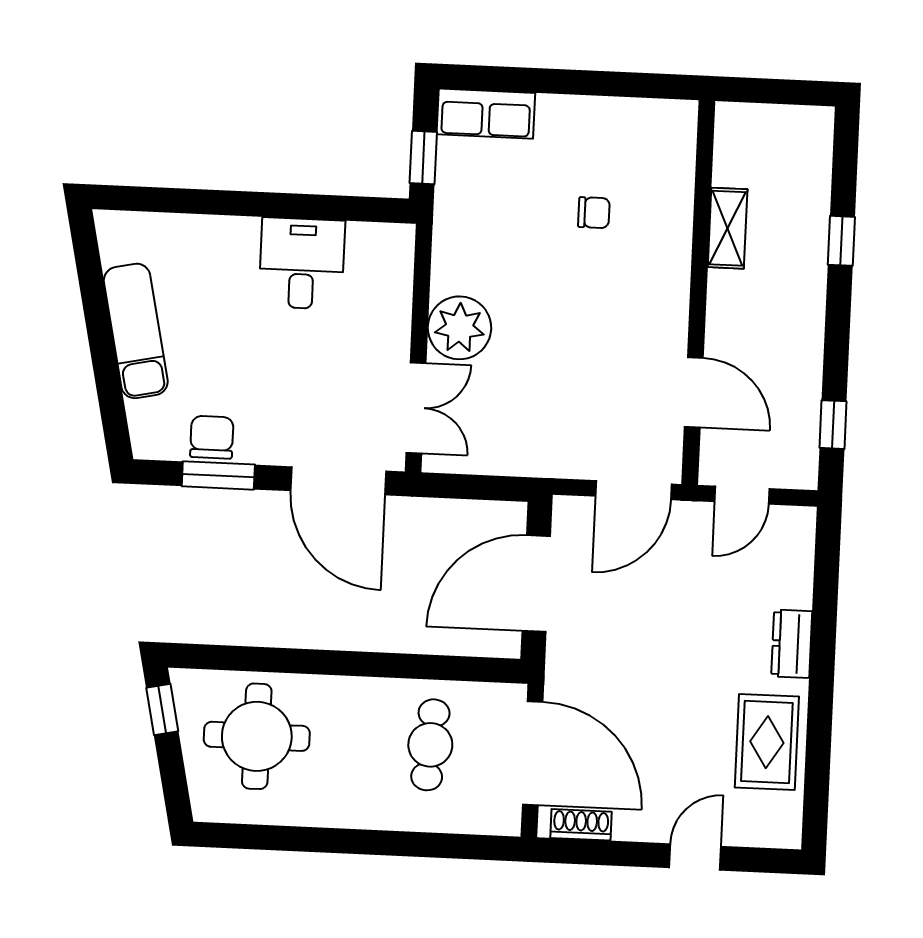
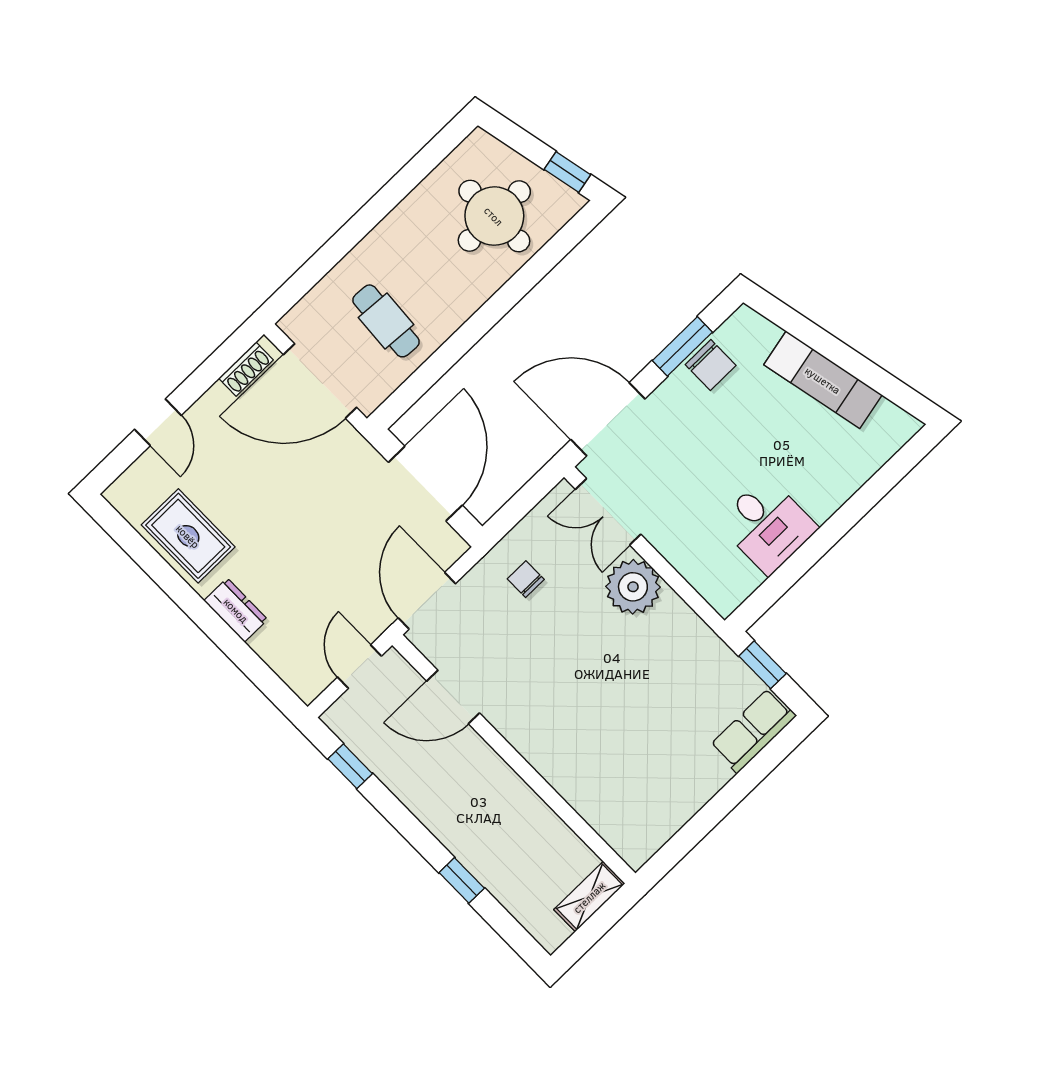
chair: (594, 213) -> (526, 579), moved, turned 90
shelving: (728, 228) -> (589, 897), moved, turned 90

